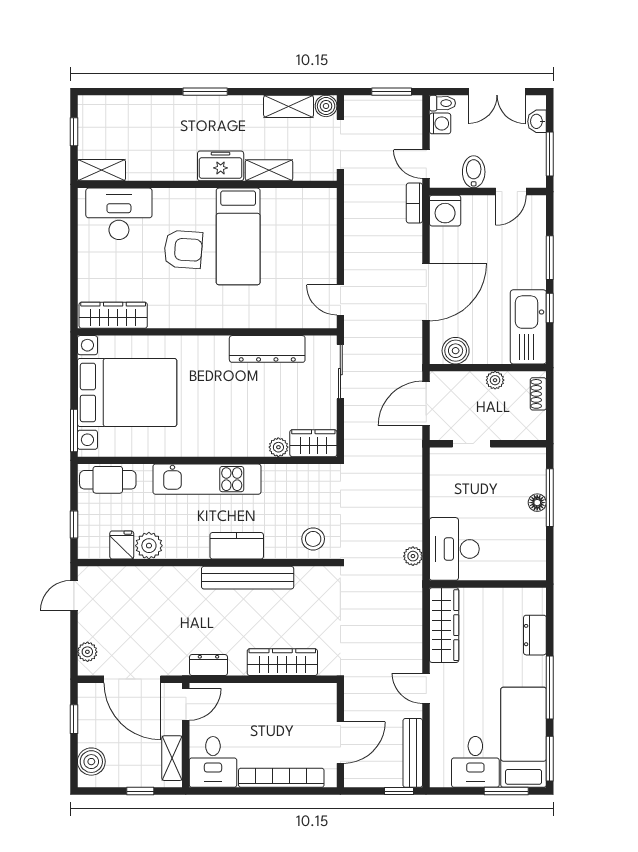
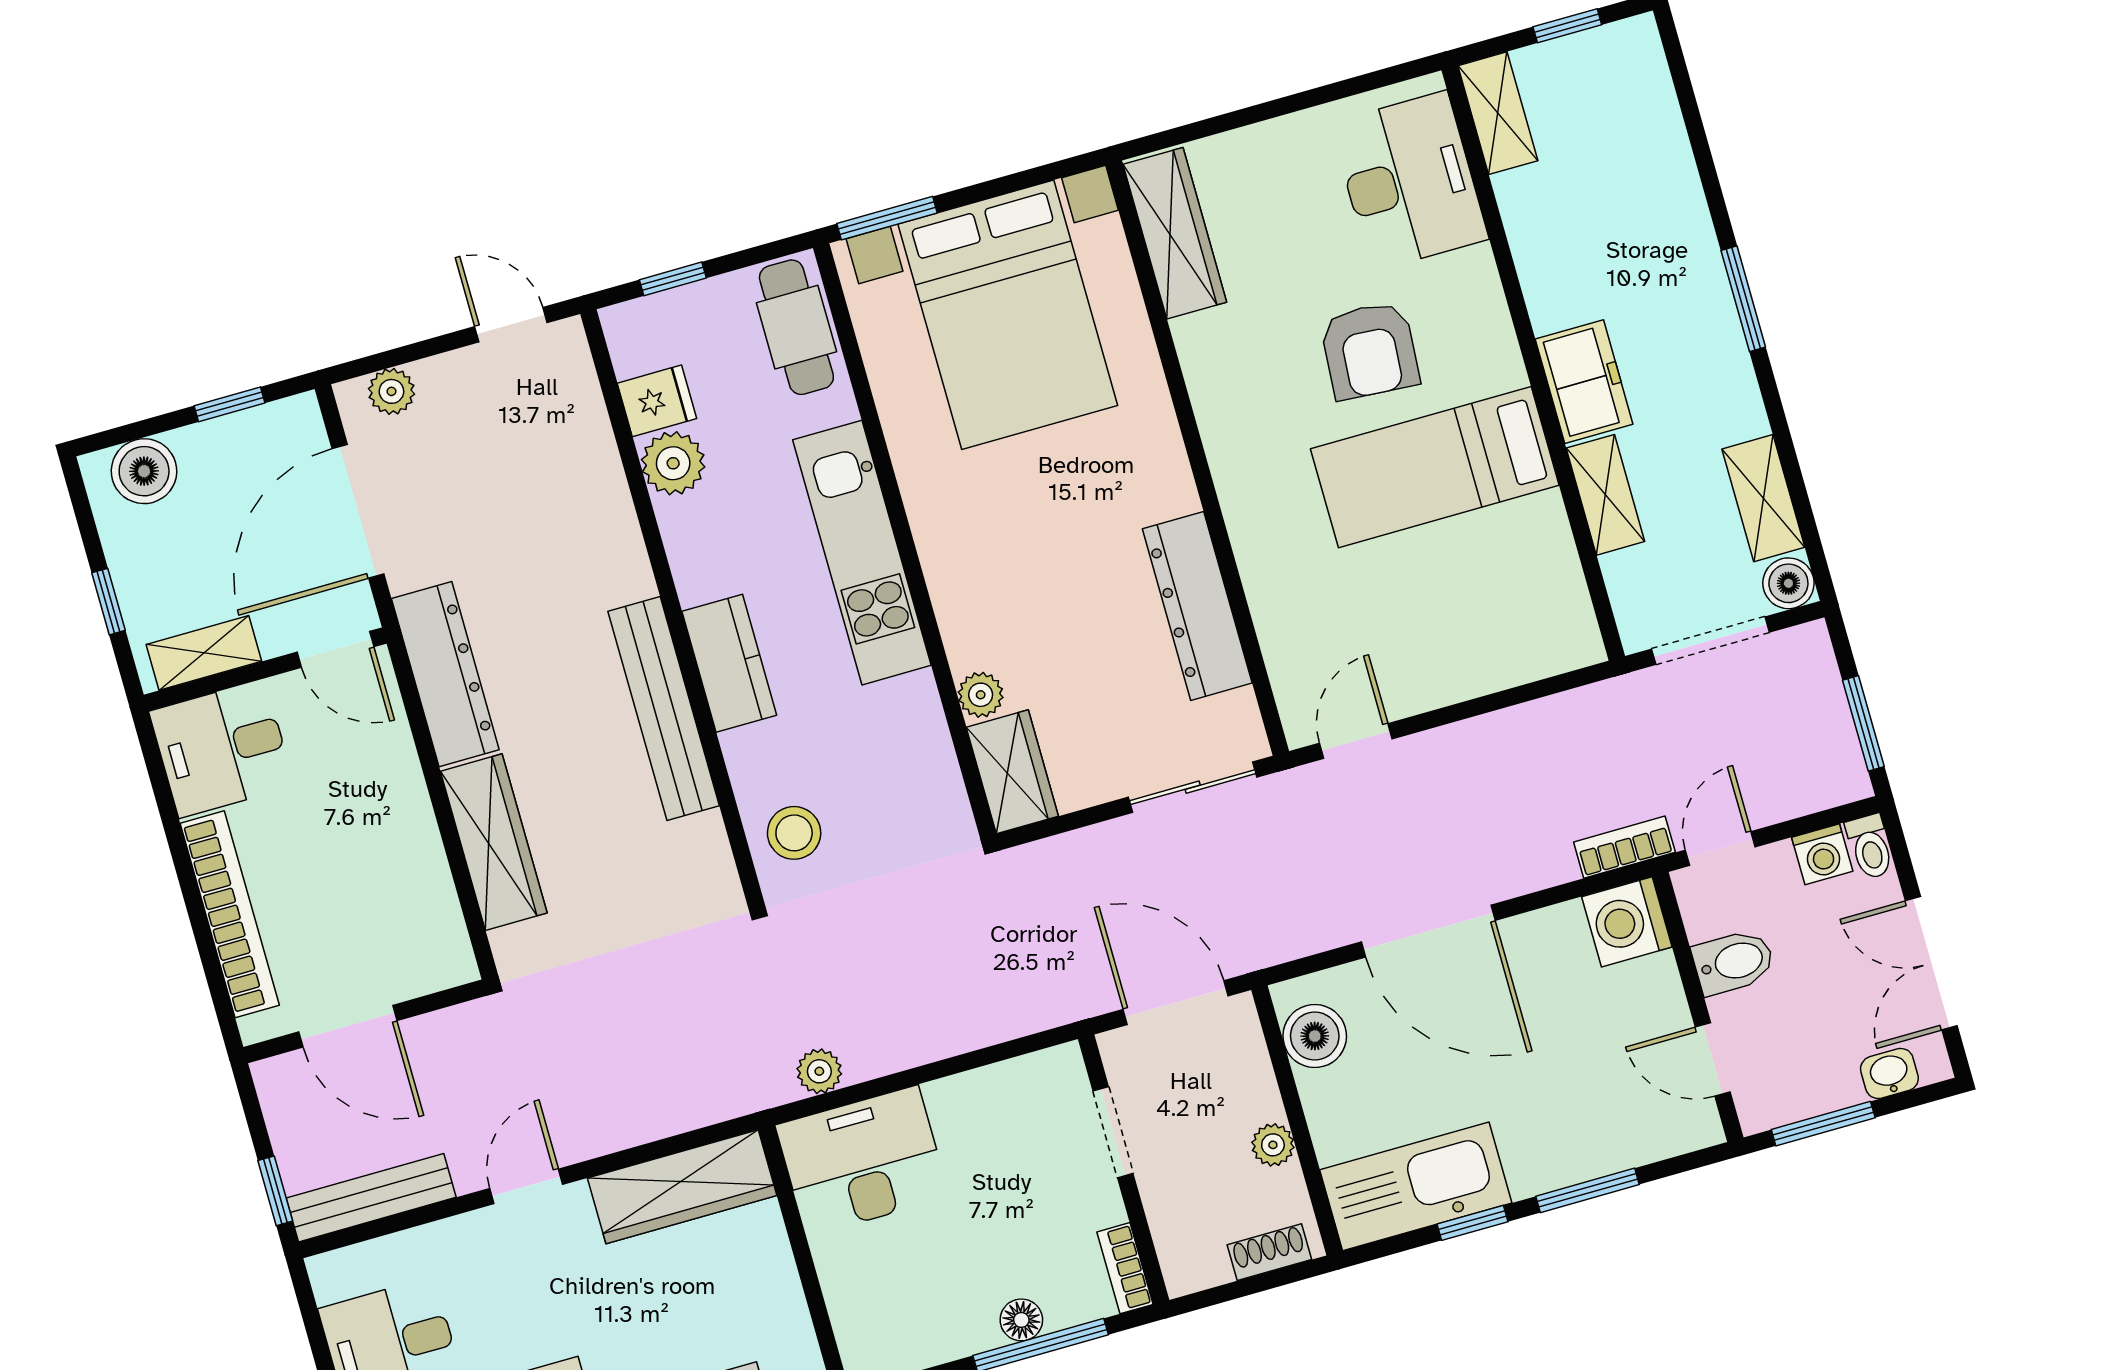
bookcase: (528, 454) -> (1125, 1268), added
dresser: (208, 665) -> (445, 674), width x1.96, depth x1.24

